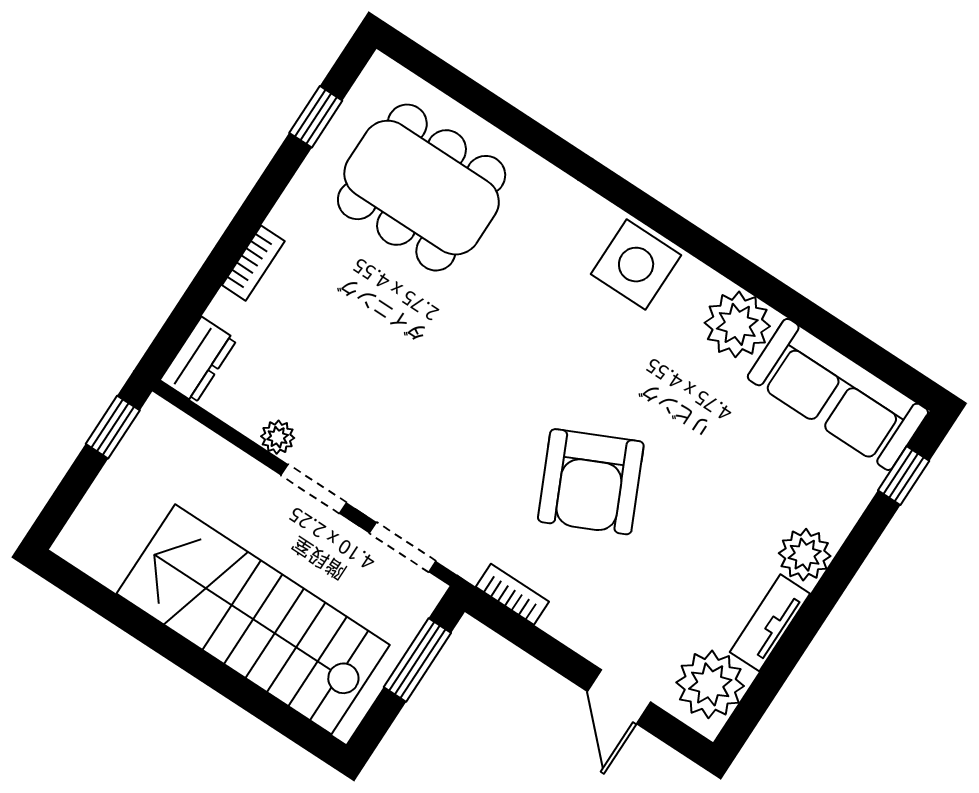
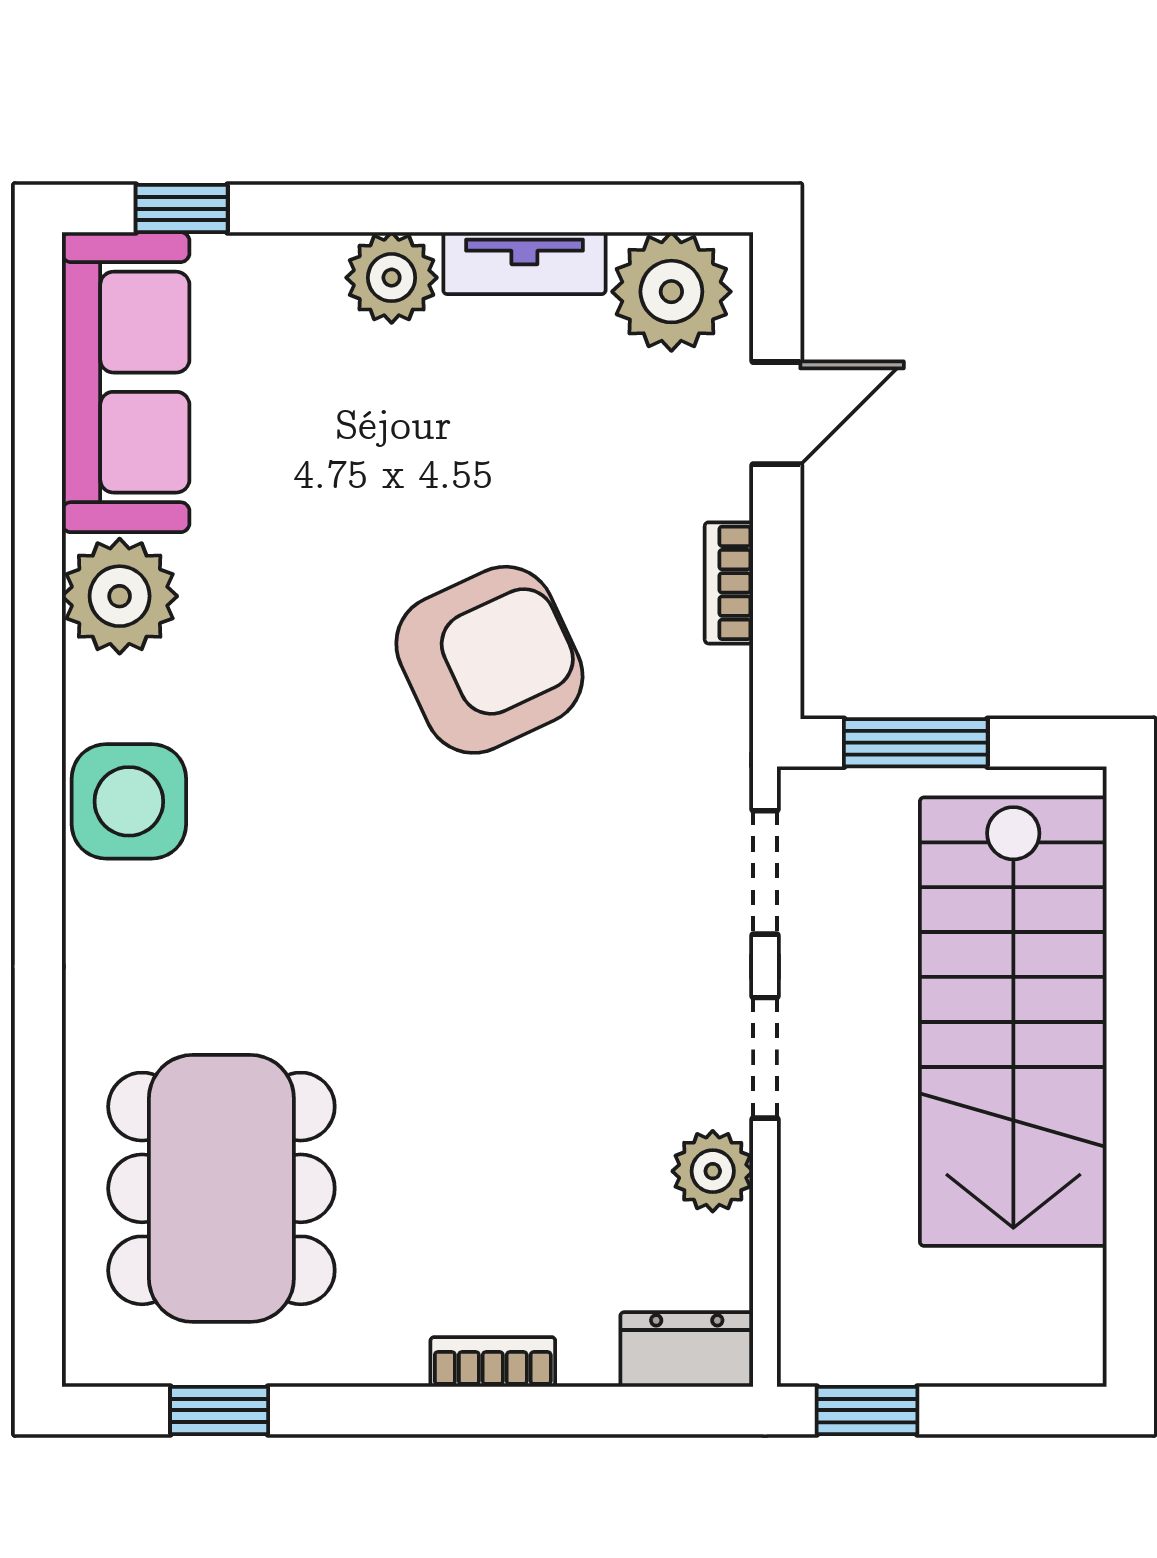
plant: (278, 437) -> (713, 1171), width x1.38, depth x1.38
bookcase: (512, 594) -> (729, 583), moved

